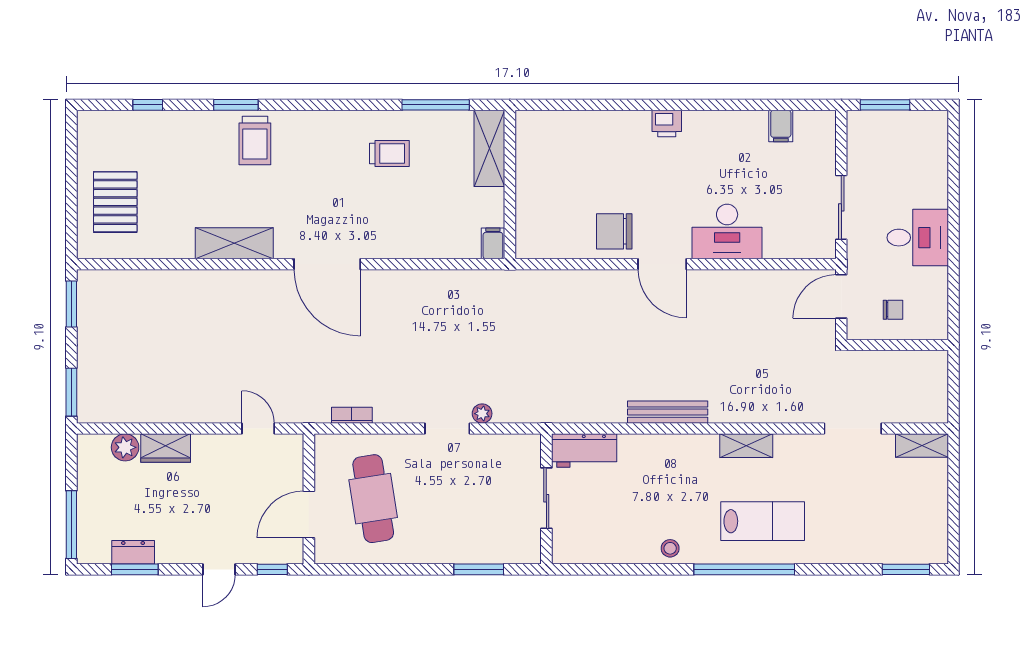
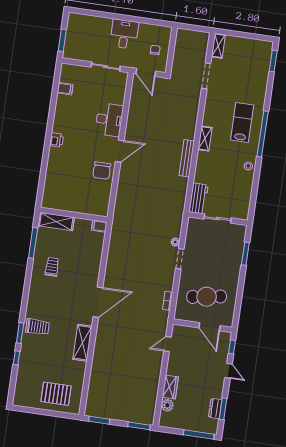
window: (148, 105) -> (16, 358), moved
shelving: (746, 446) -> (205, 139), moved

